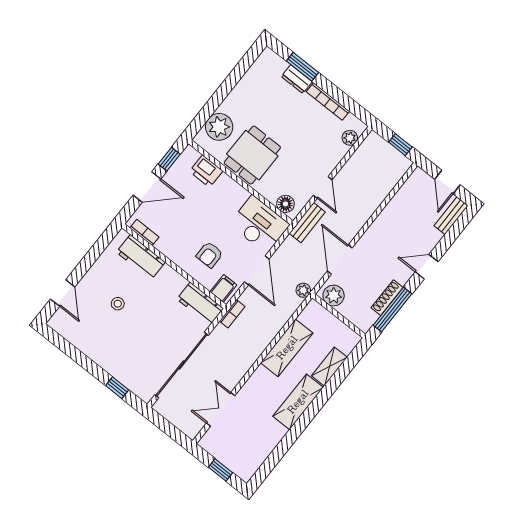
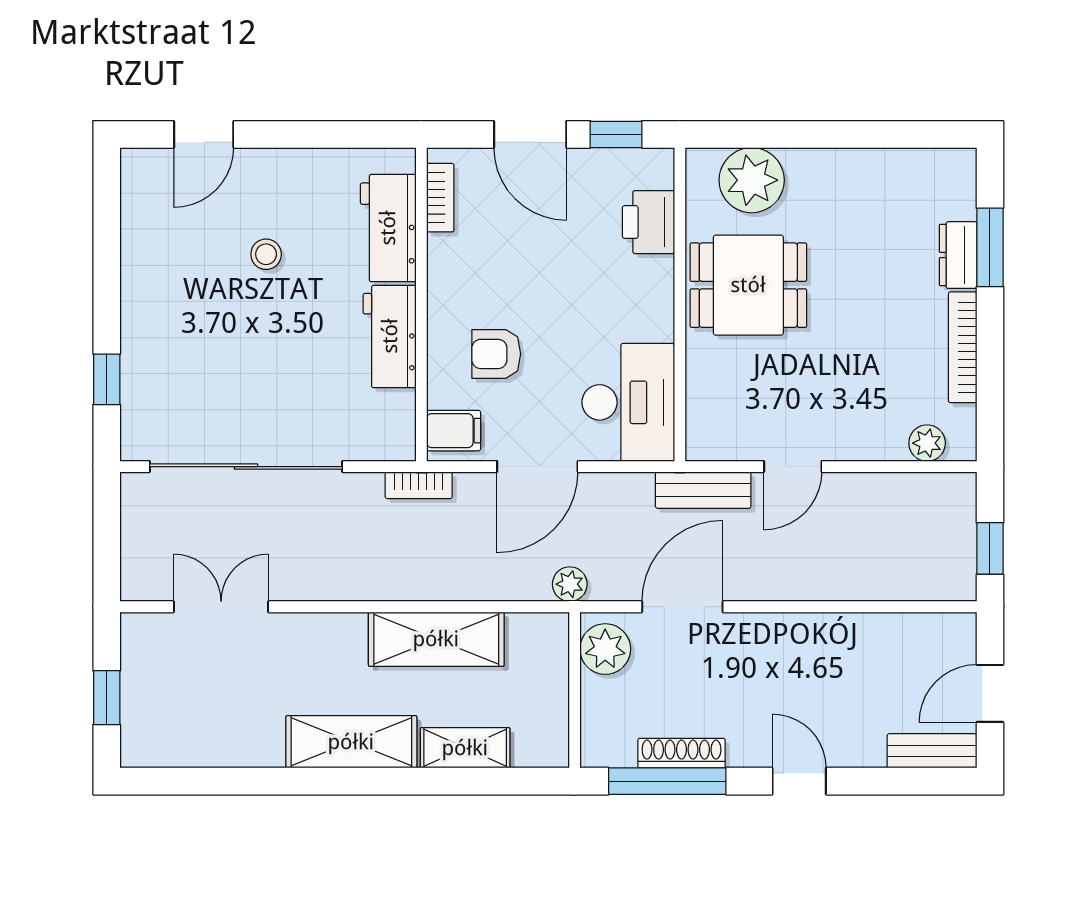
floor lamp: (285, 204) -> (706, 421), removed
workbench: (200, 304) -> (390, 336), moved

